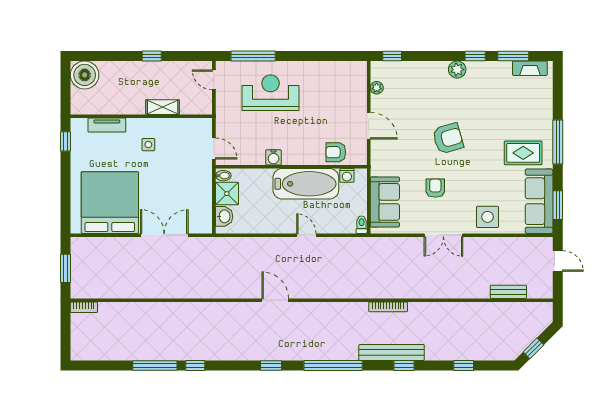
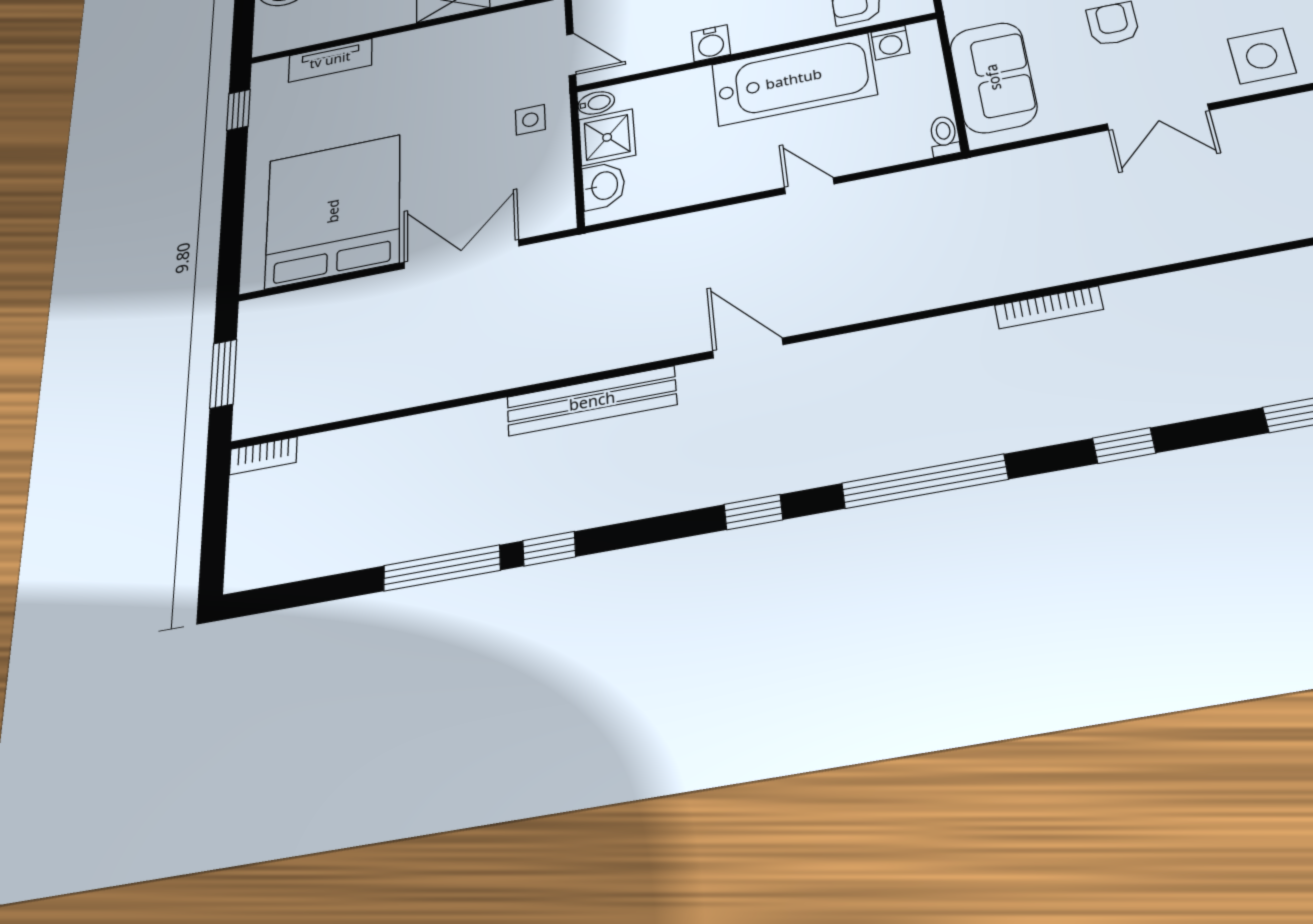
side table: (148, 145) -> (530, 120), moved
bench: (392, 353) -> (592, 401), moved

